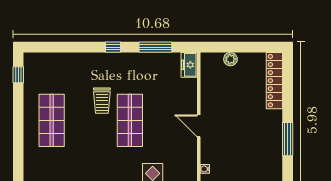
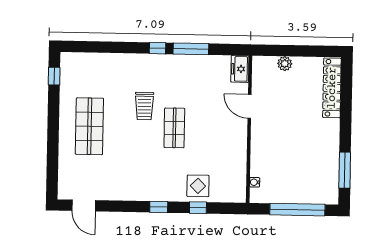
window: (155, 47) -> (191, 49), moved
shop shelf: (130, 120) -> (174, 128), width x0.70, depth x0.74
door: (199, 126) -> (250, 106), moved
window: (288, 139) -> (345, 170), moved

